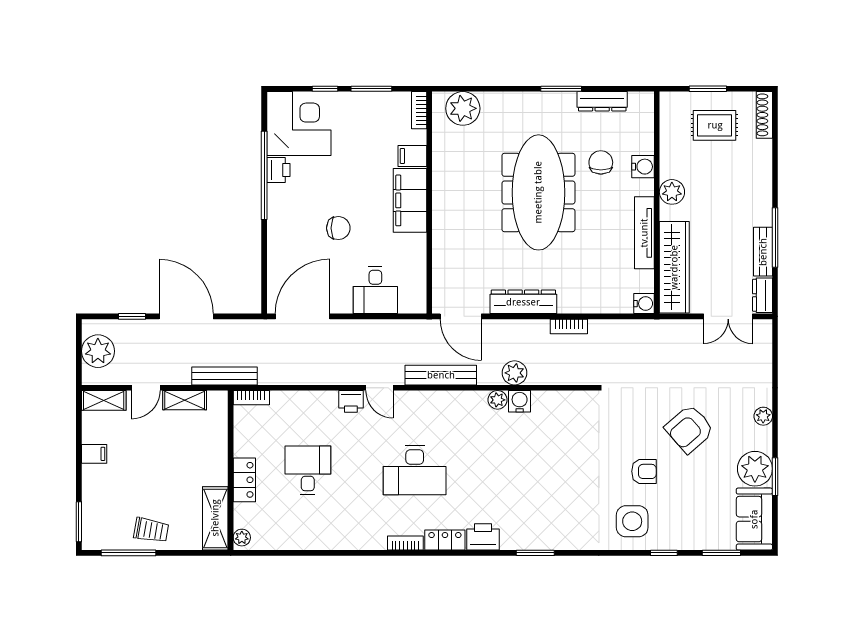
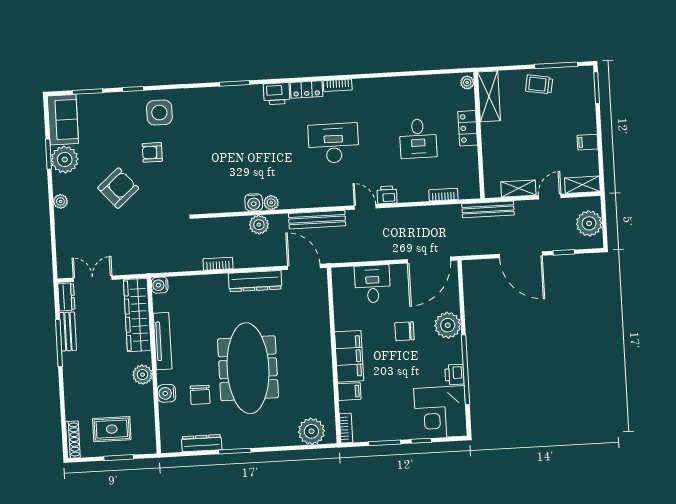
plant: (283, 233) -> (448, 325), added
bookcase: (251, 398) -> (443, 195), moved

